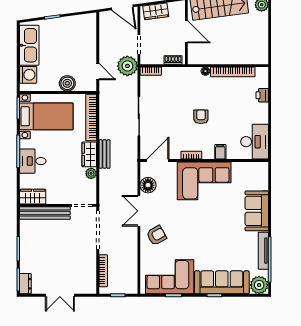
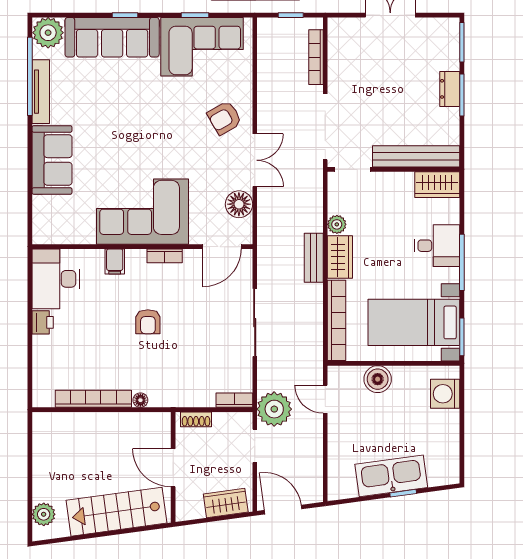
kitchen sink: (29, 45) -> (391, 476), moved, turned 82
printer: (262, 95) -> (43, 322), moved
dresser: (25, 284) -> (450, 89), moved

